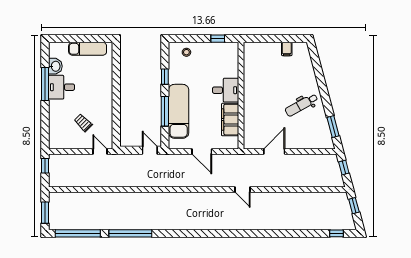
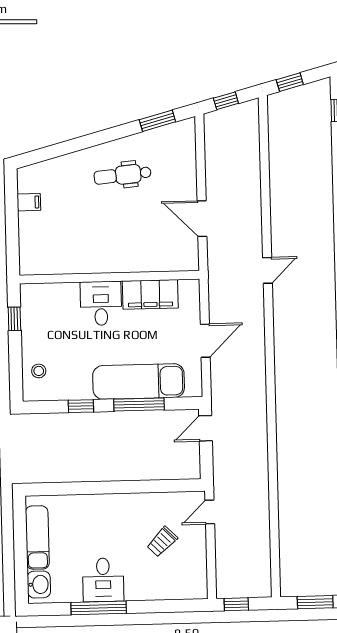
washbasin: (55, 66) -> (39, 584), moved, turned 90
dental chair: (301, 105) -> (123, 175), turned 114

